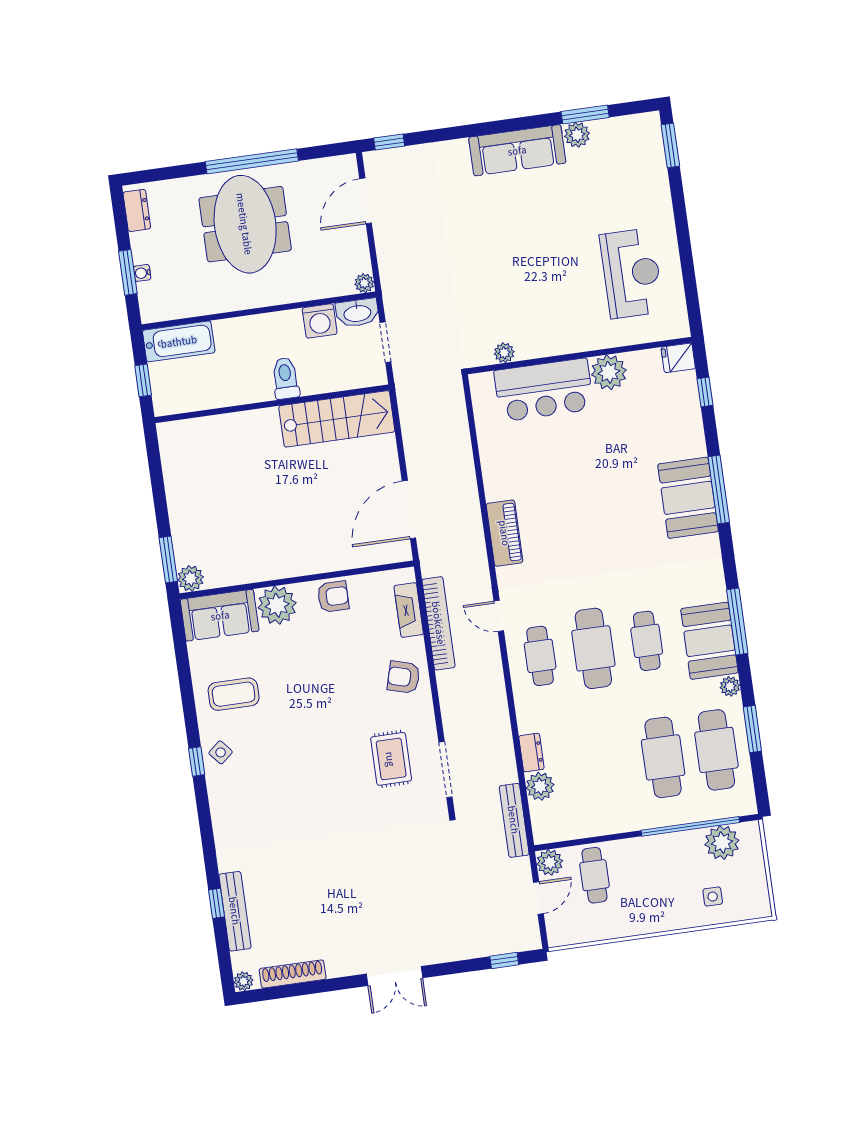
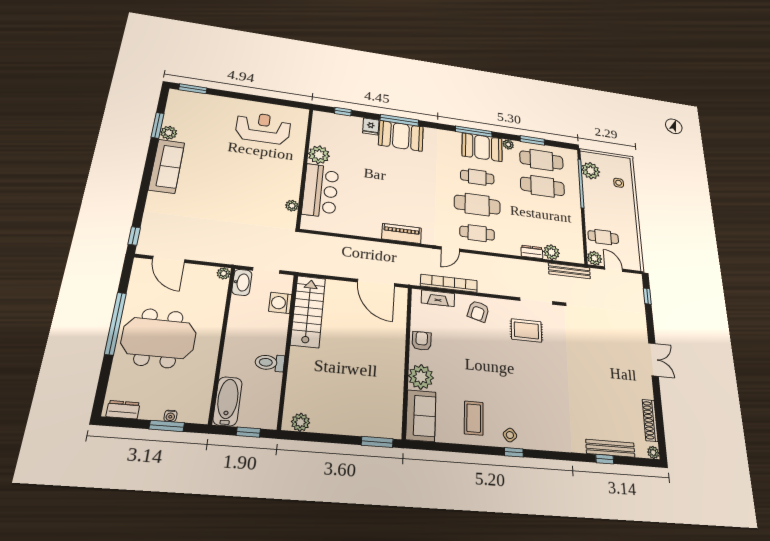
washing machine: (320, 321) -> (280, 303), moved, turned 180
fridge: (678, 358) -> (371, 127), moved
toilet: (285, 378) -> (270, 363), moved
plant: (191, 578) -> (300, 422), moved

